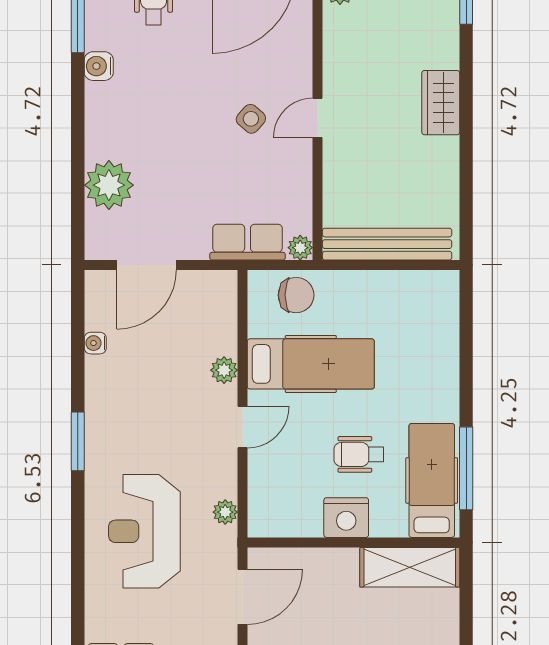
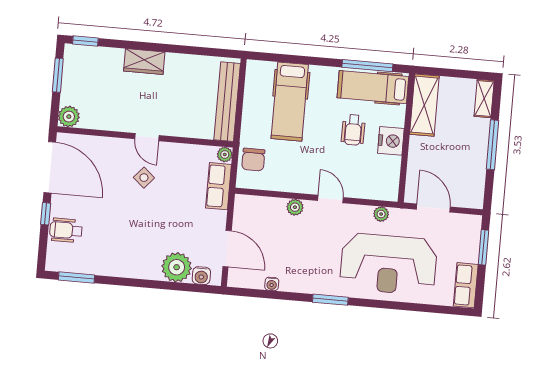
water cooler: (99, 66) -> (201, 276), moved
chair: (296, 295) -> (253, 160), turned 180
hospital bed: (311, 364) -> (290, 102), moved, turned 180
reception desk: (144, 531) -> (388, 264), width x1.36, depth x1.30

